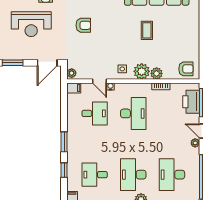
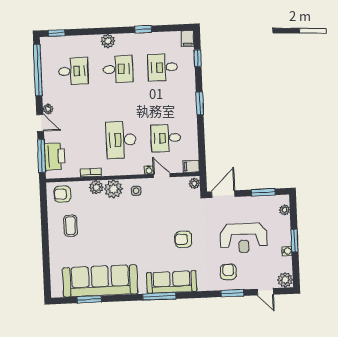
reception desk: (31, 24) -> (244, 238), turned 180
coffee table: (147, 30) -> (71, 226), moved
window: (64, 170) -> (198, 58), moved
desk: (95, 175) -> (163, 67), turned 180
desk: (133, 175) -> (118, 69), width x0.73
desk: (172, 175) -> (73, 71), width x0.73

